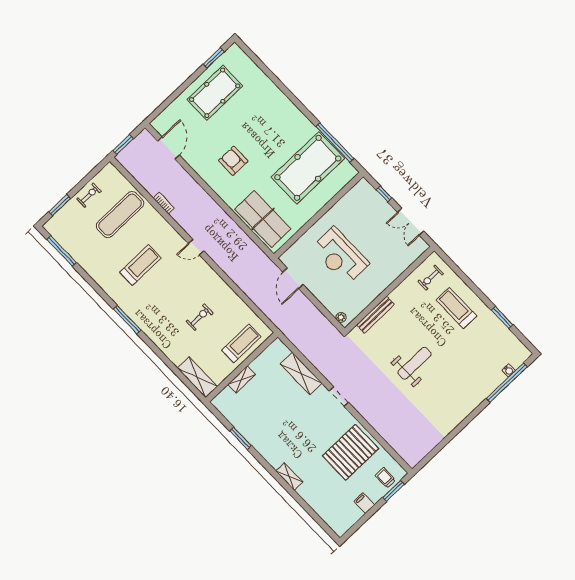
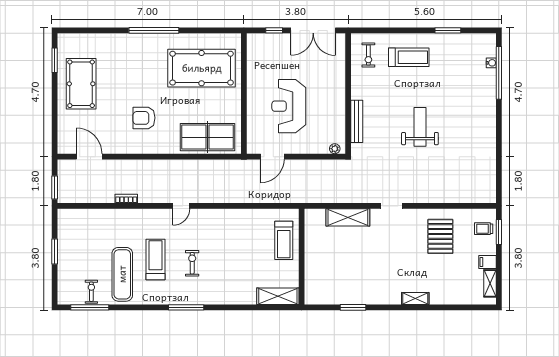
window: (335, 142) -> (154, 30), moved
pool table: (308, 168) -> (202, 68), turned 90
exercise bike: (89, 195) -> (91, 292), moved
window: (60, 205) -> (55, 252), moved
exercise mat: (120, 215) -> (122, 274), moved
double door: (411, 222) -> (313, 30), width x1.37
reception desk: (340, 256) -> (289, 106), turned 90
door: (293, 278) -> (272, 157), hinge flipped
treadmill: (456, 308) -> (409, 57), turned 180
exercise bike: (200, 317) -> (192, 263), moved
treadmill: (241, 343) -> (284, 240), turned 180
shelving: (242, 379) -> (490, 283), moved
pallet: (350, 452) -> (440, 236), width x0.73, depth x0.71

